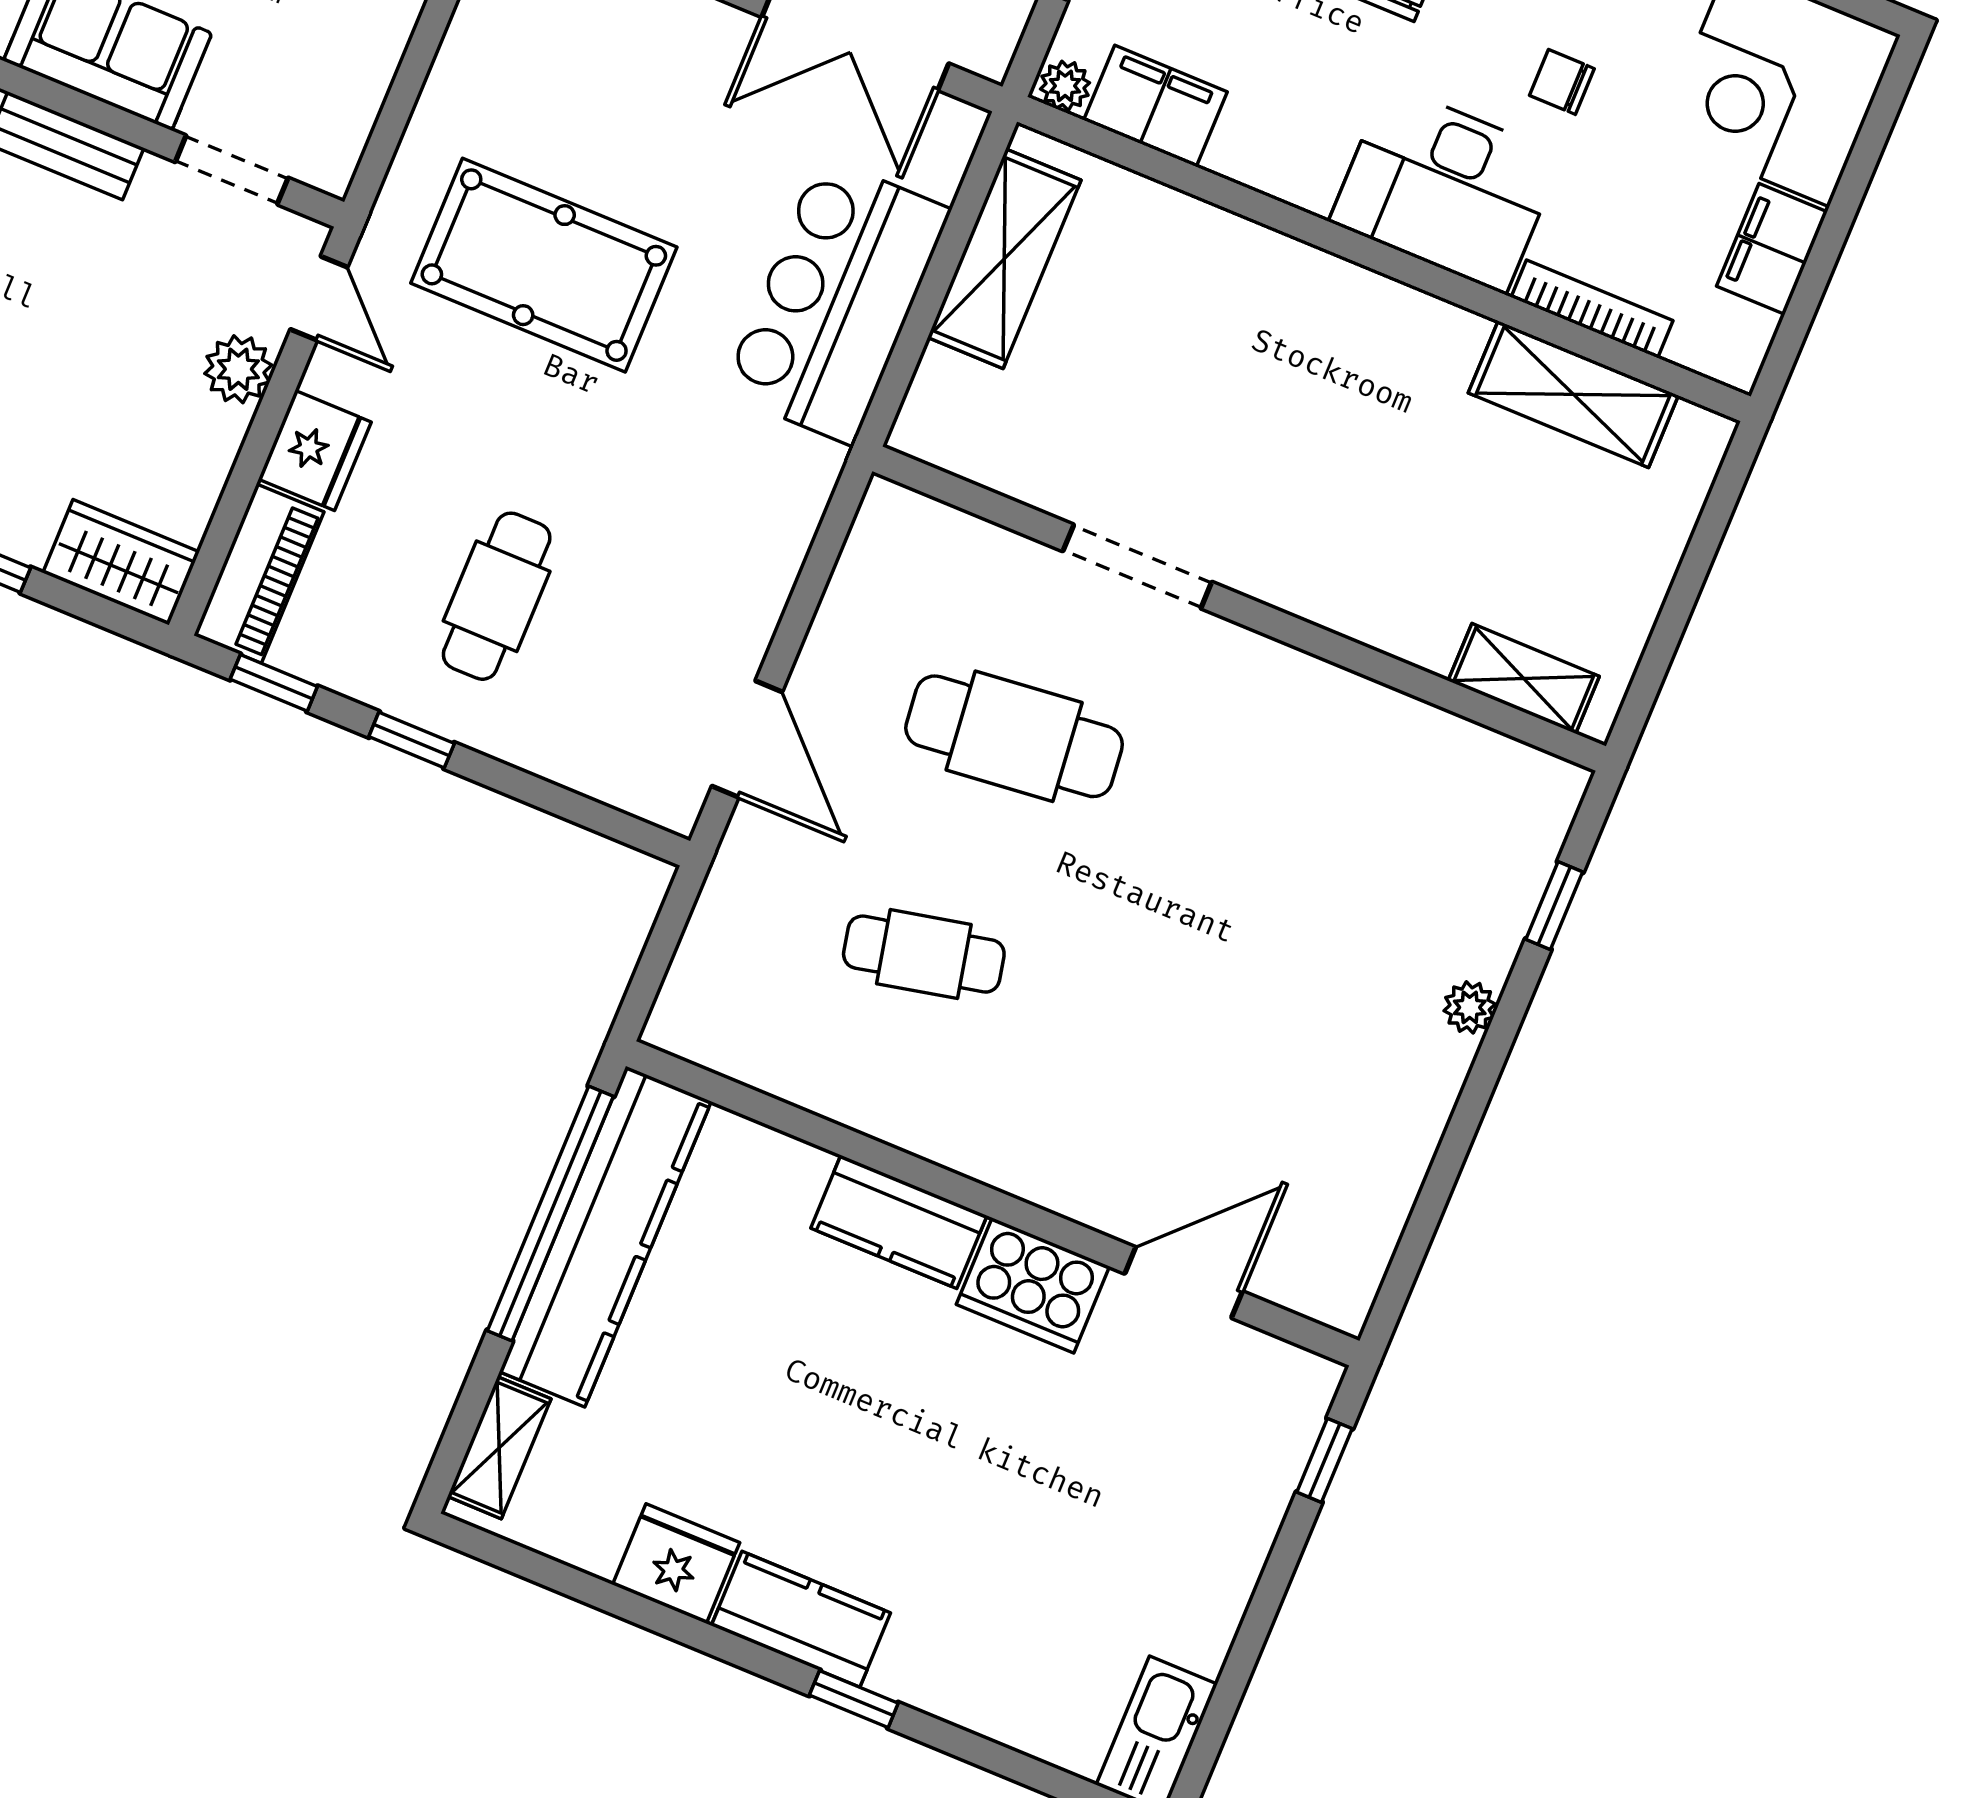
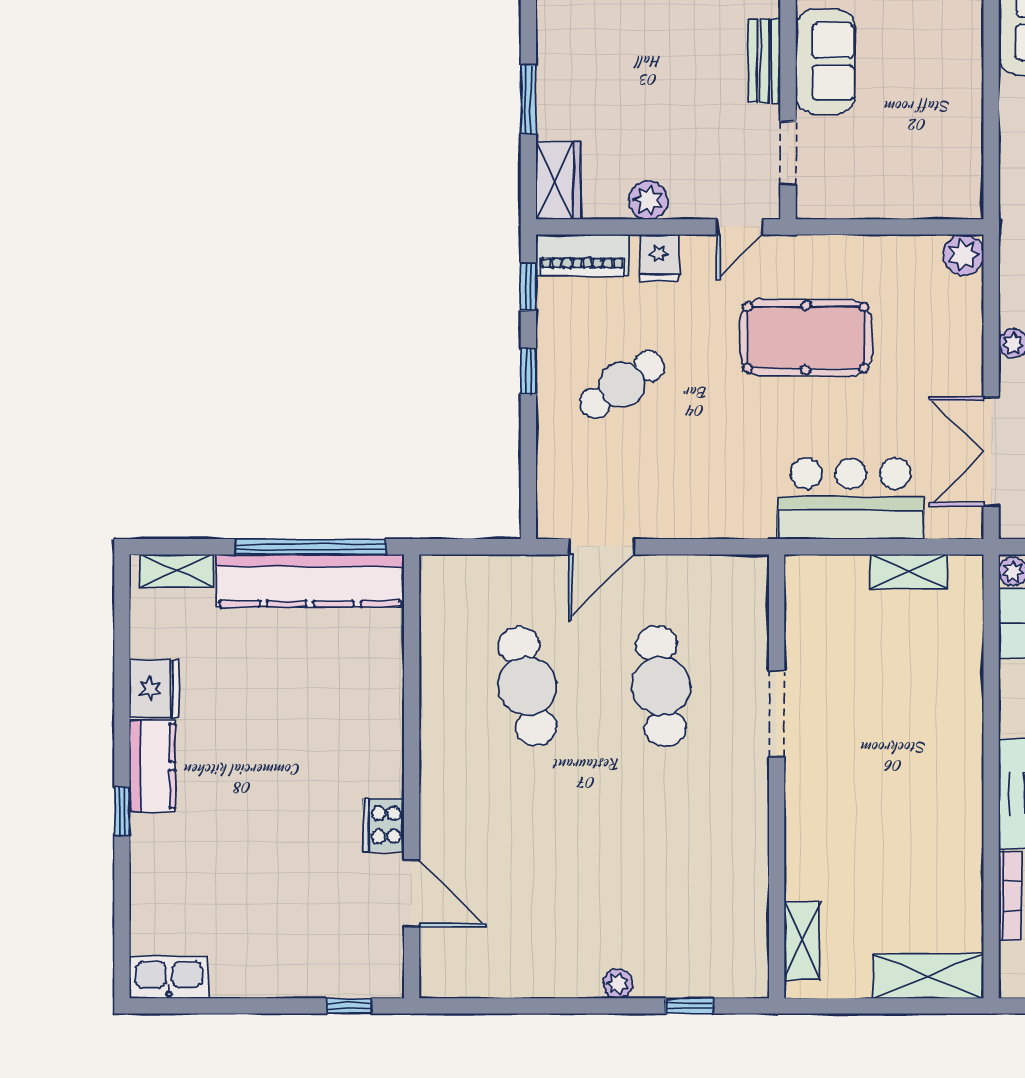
shelving: (1004, 259) -> (909, 572), width x0.67, depth x0.75
pool table: (544, 265) -> (806, 338), turned 90
plant: (238, 369) -> (648, 200), moved
shelving: (1573, 394) -> (928, 976), moved, turned 90
fridge: (315, 451) -> (659, 258), width x0.72
cafe table: (497, 596) -> (622, 385), turned -34
cafe table: (924, 954) -> (527, 686), width x1.37, depth x1.35
kitchen counter: (899, 1222) -> (382, 731), removed
cooker: (1033, 1285) -> (384, 825), width x0.73, depth x0.76

